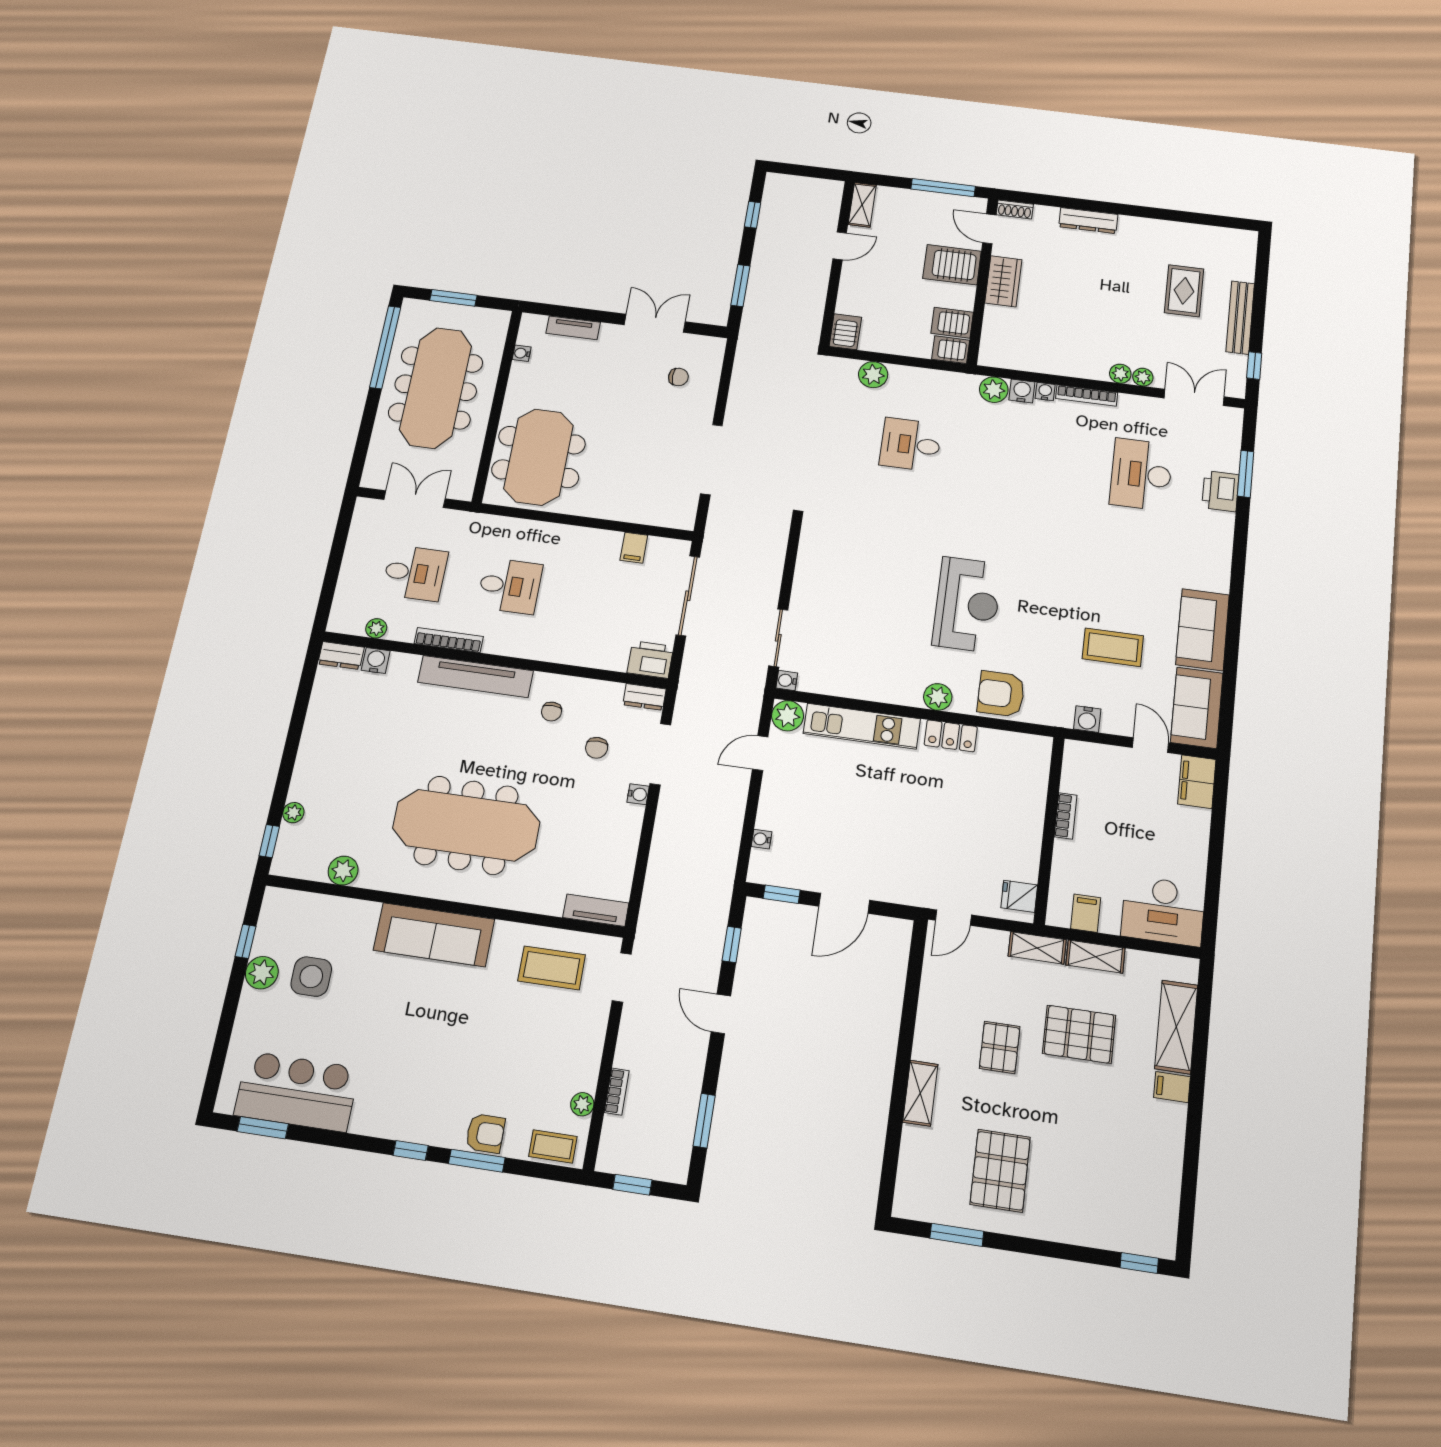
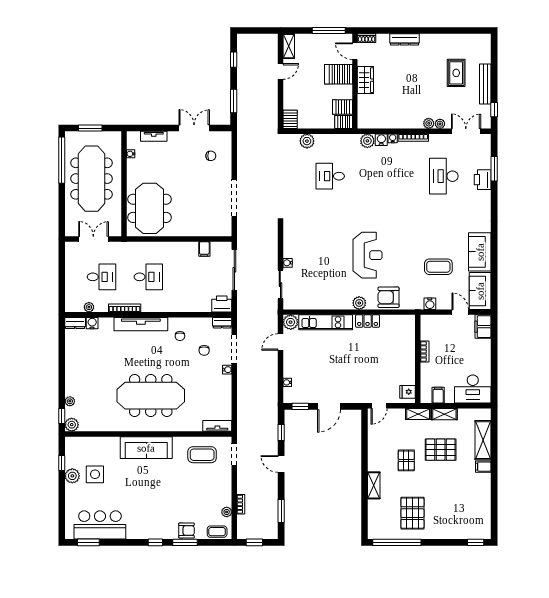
water cooler: (787, 680) -> (288, 263), moved
plant: (343, 871) -> (72, 425), moved
window: (957, 1235) -> (397, 542), width x2.11

